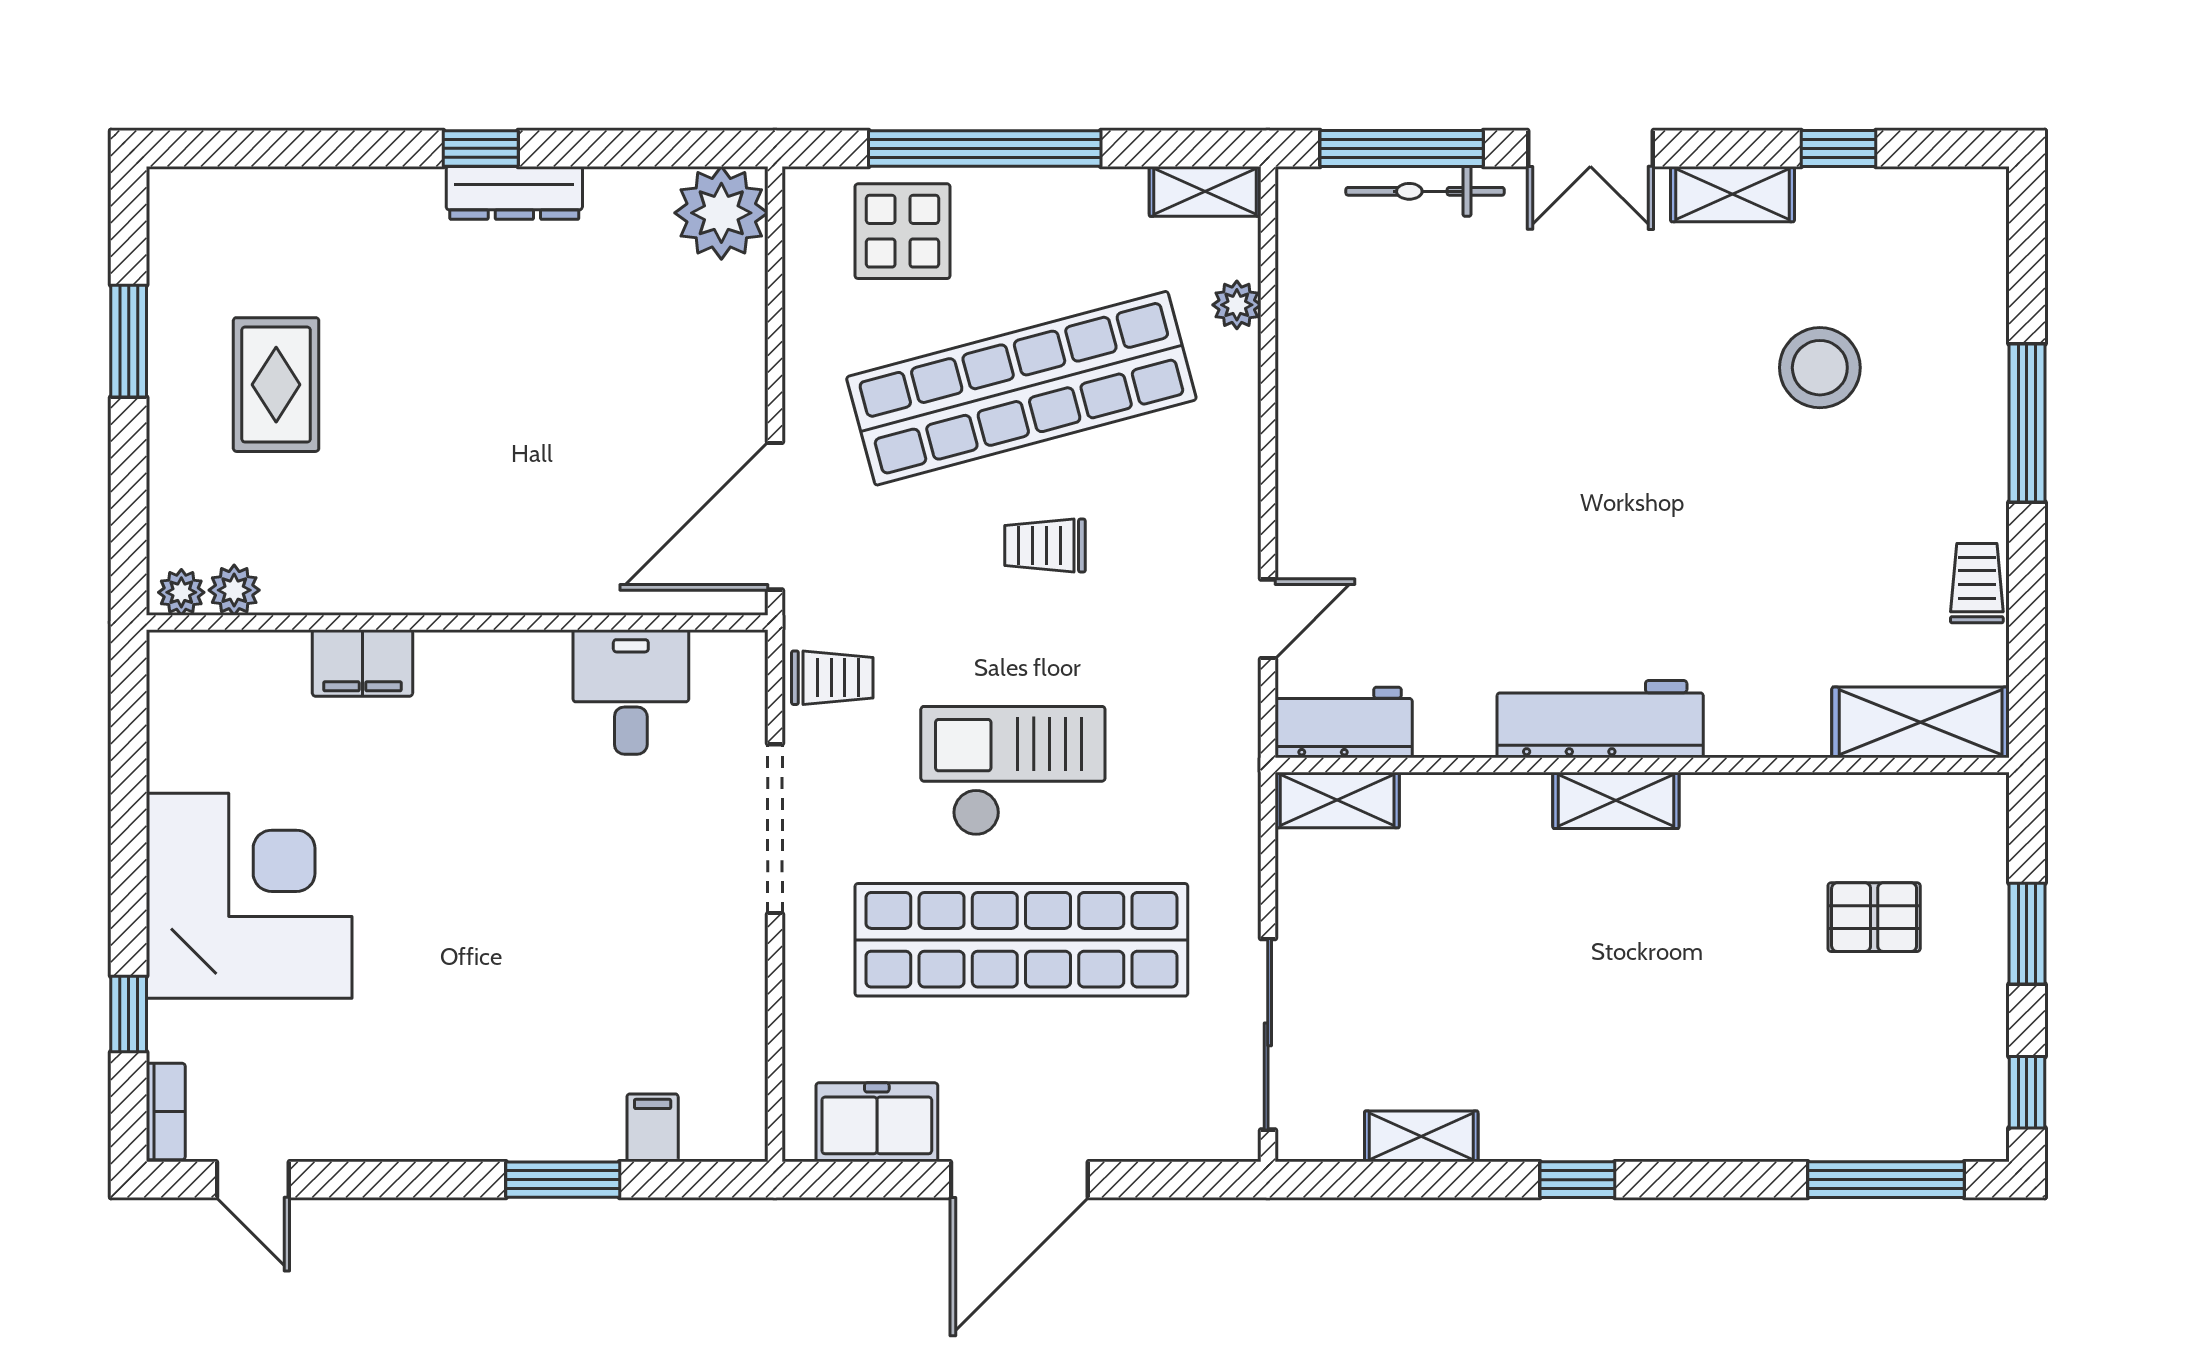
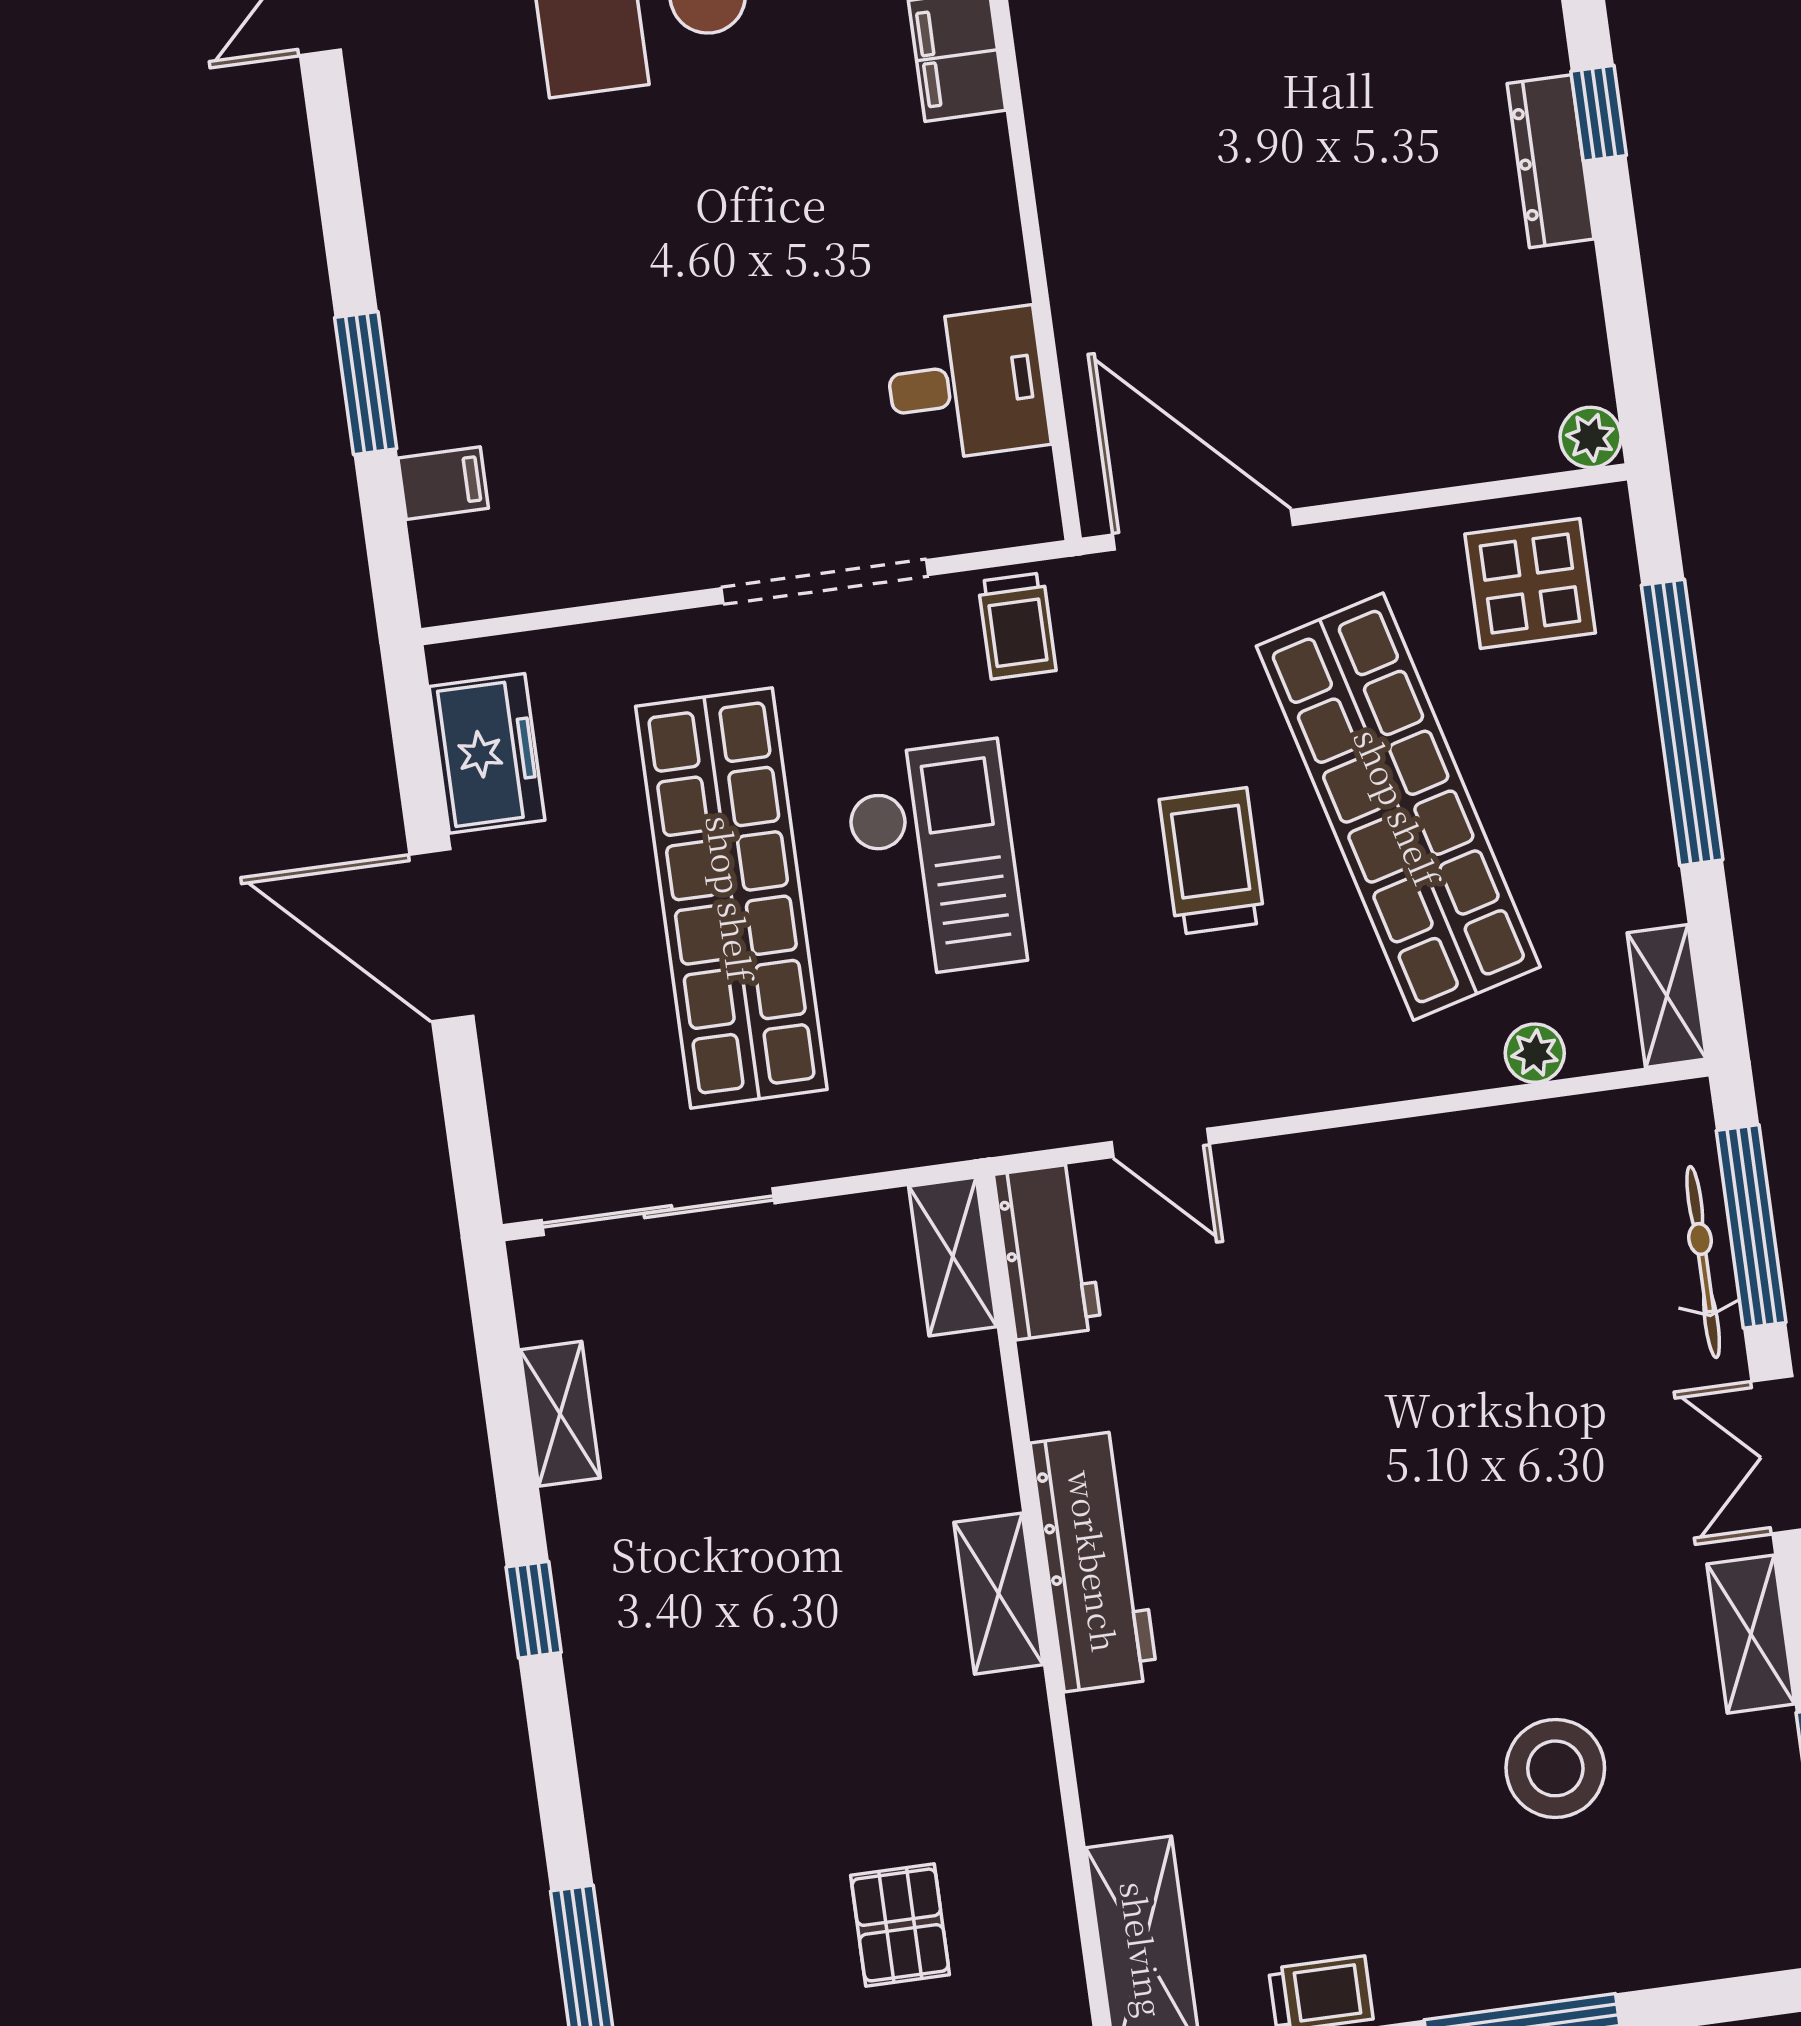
plant: (721, 213) -> (1591, 437), width x0.53, depth x0.53
display table: (903, 231) -> (1530, 584), moved
trolley: (1045, 546) -> (1212, 861), width x1.36, depth x1.39

